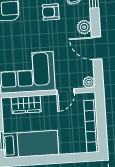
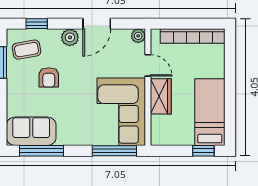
wardrobe: (26, 104) -> (161, 96), moved

